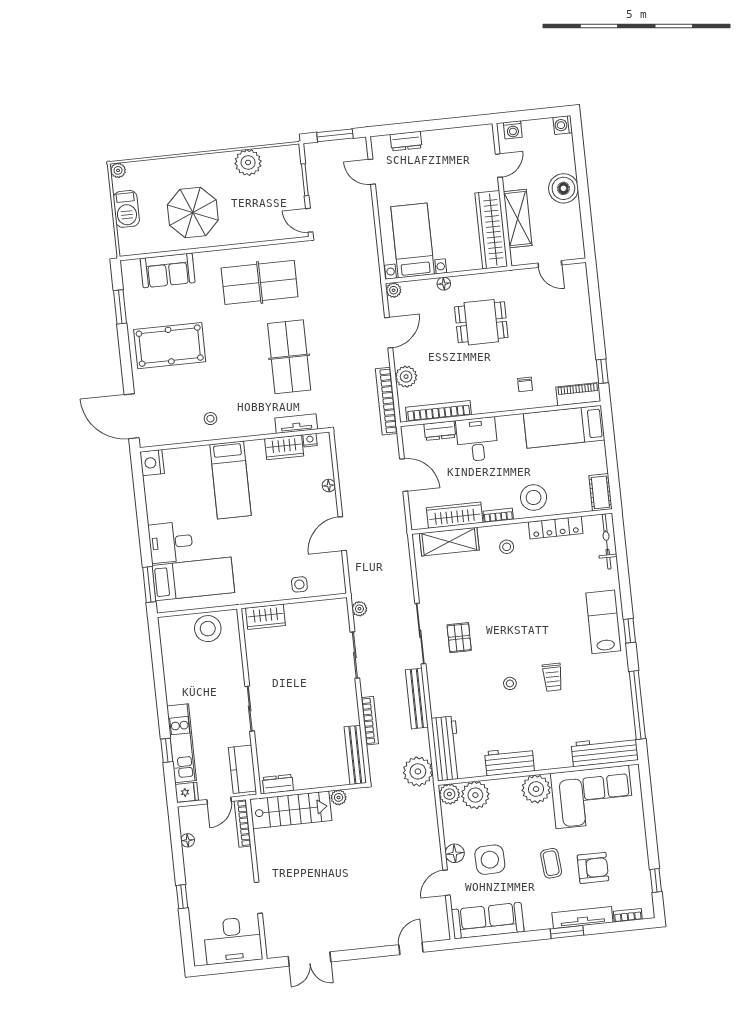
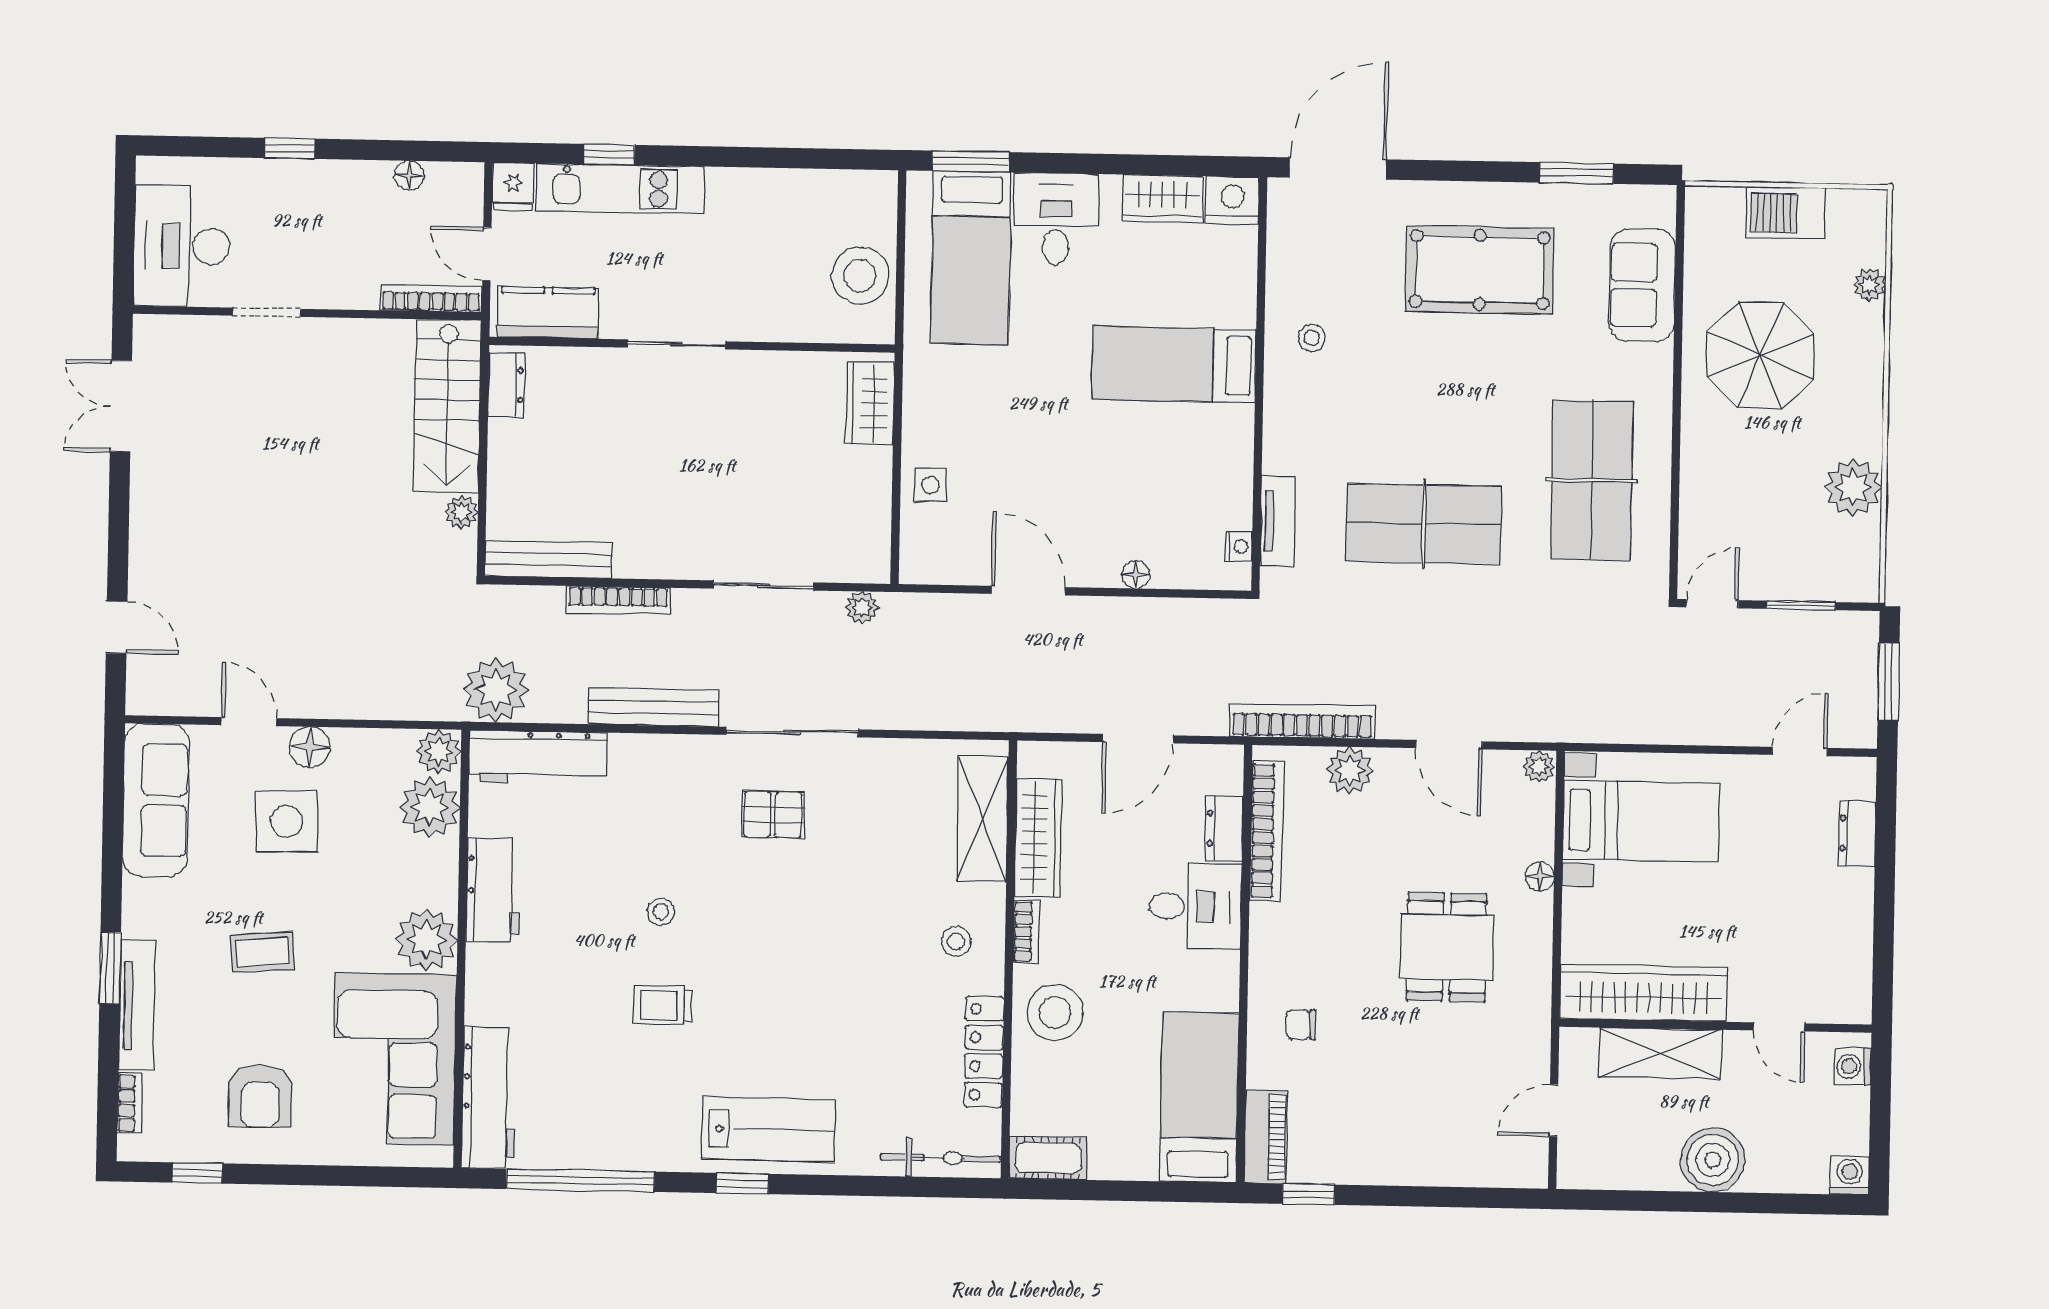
plant: (118, 170) -> (1870, 285), moved
pool table: (170, 346) -> (1480, 270), turned 90
wardrobe: (284, 447) -> (1163, 199), moved, turned -90
armchair: (593, 868) -> (260, 1096), moved

